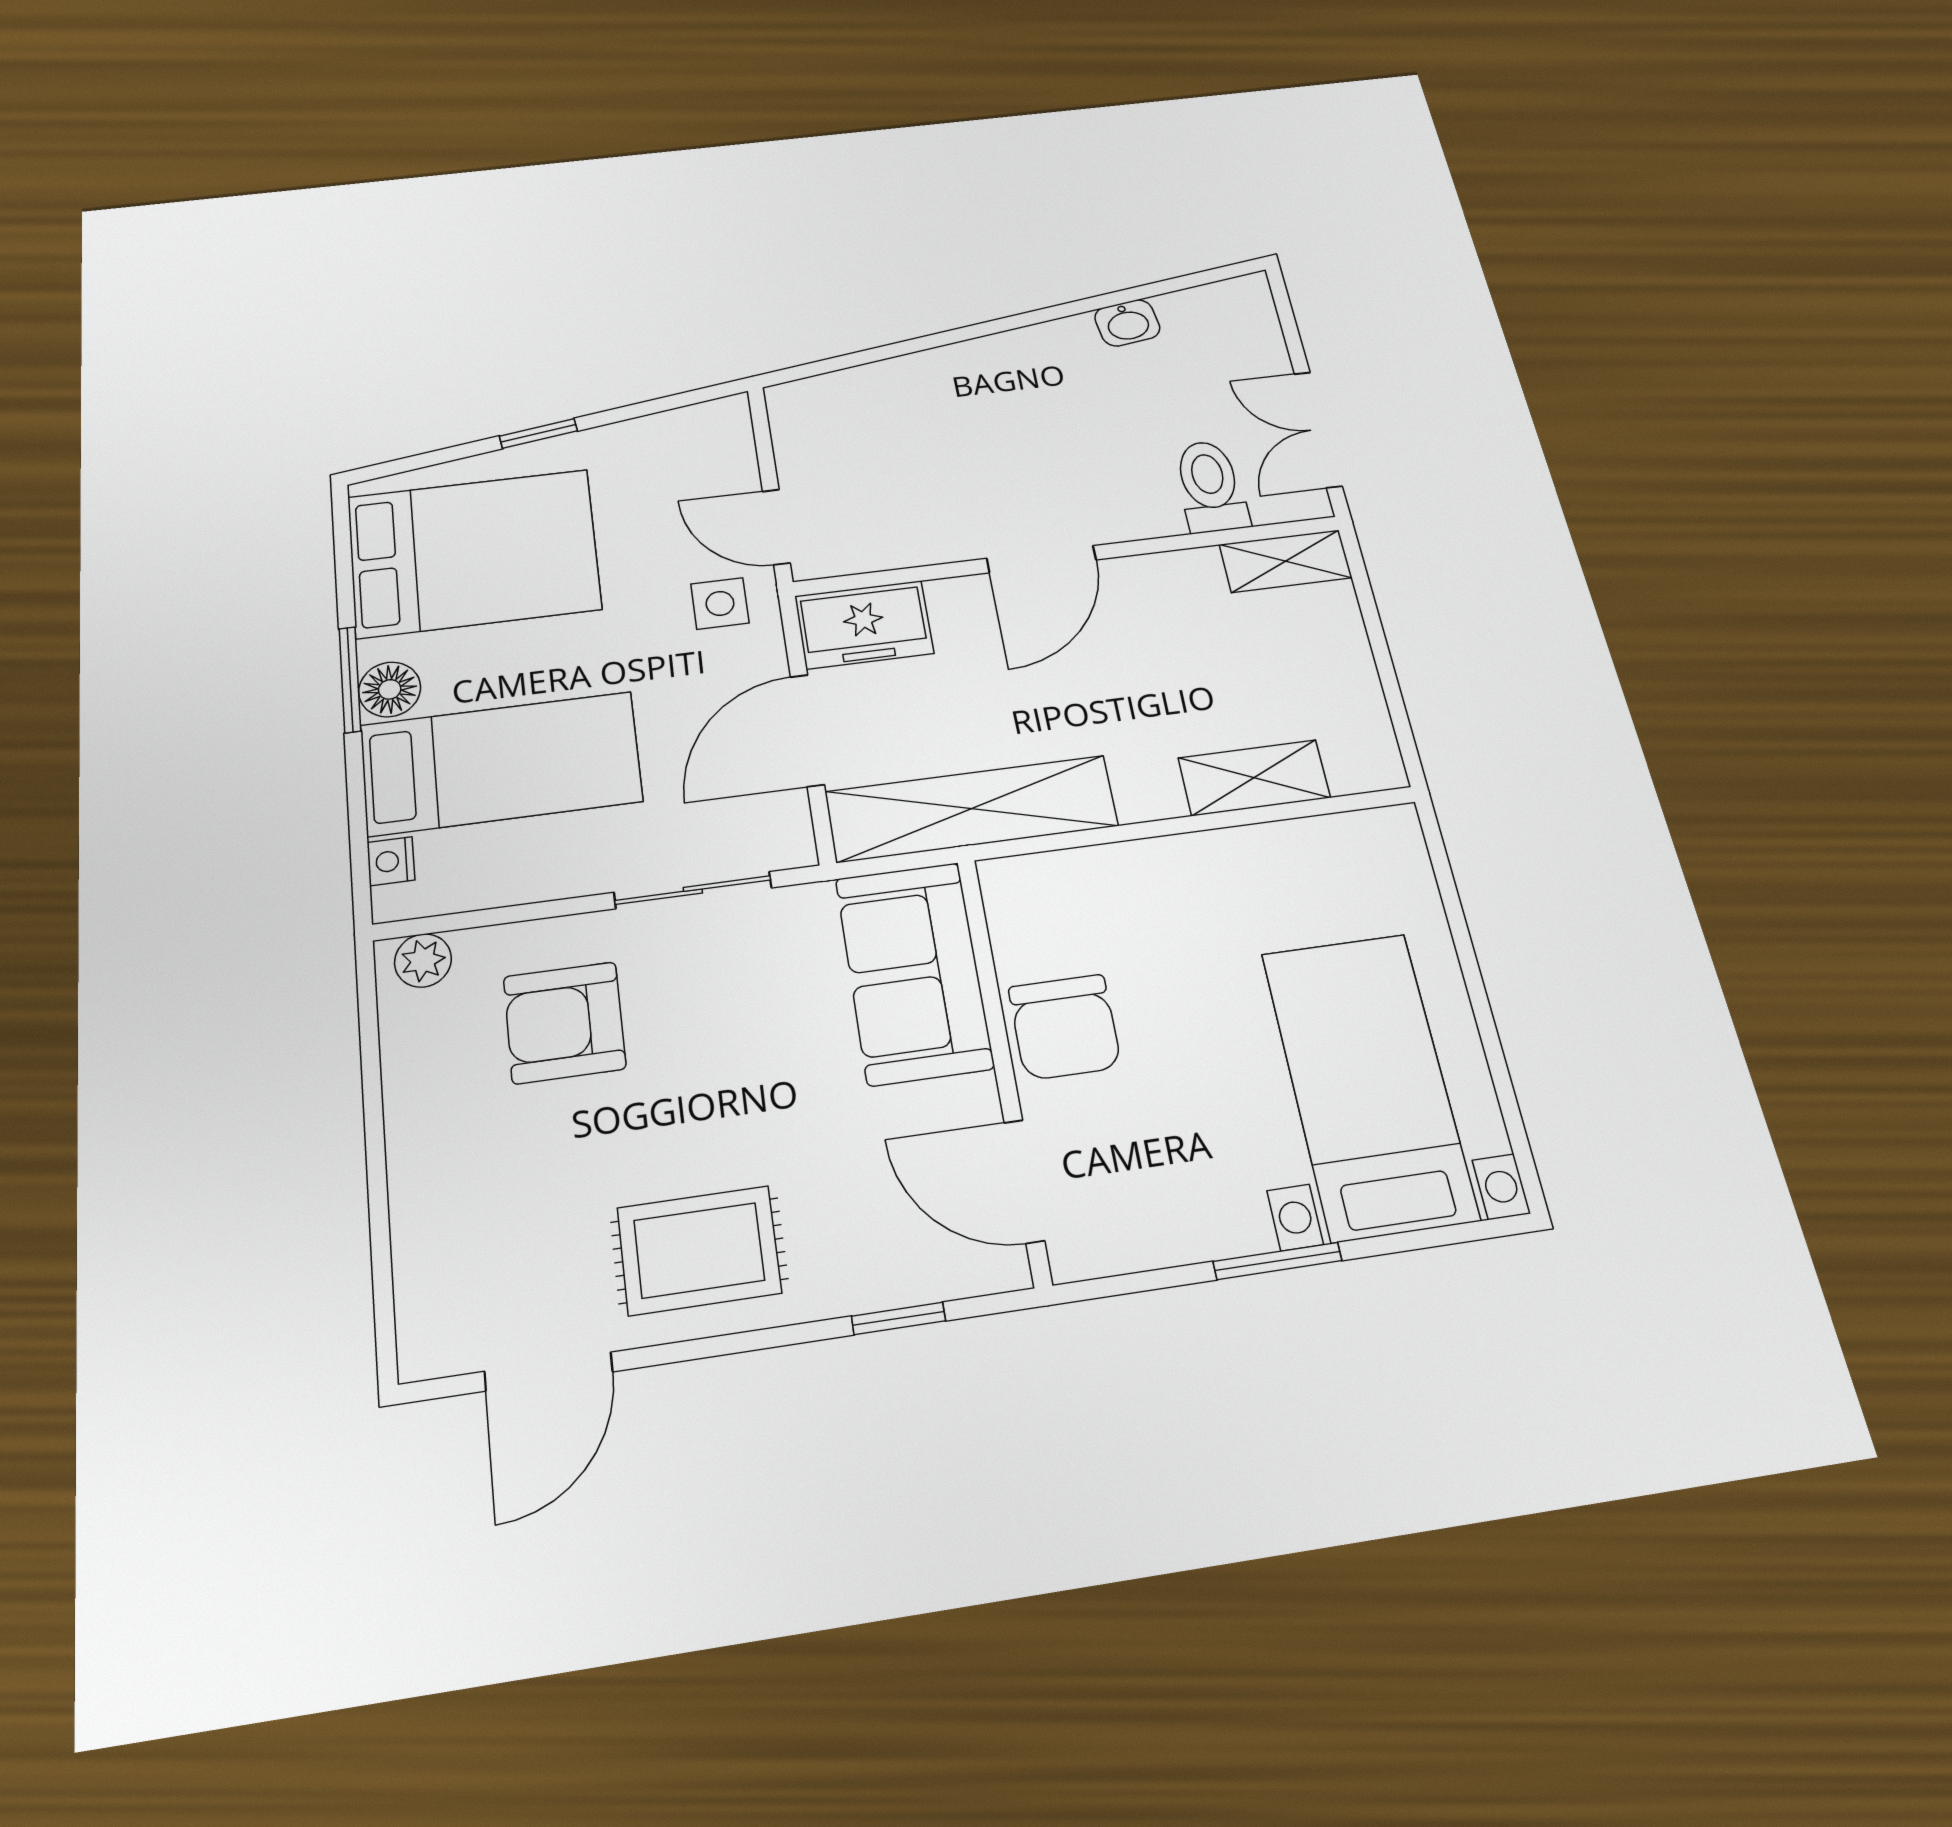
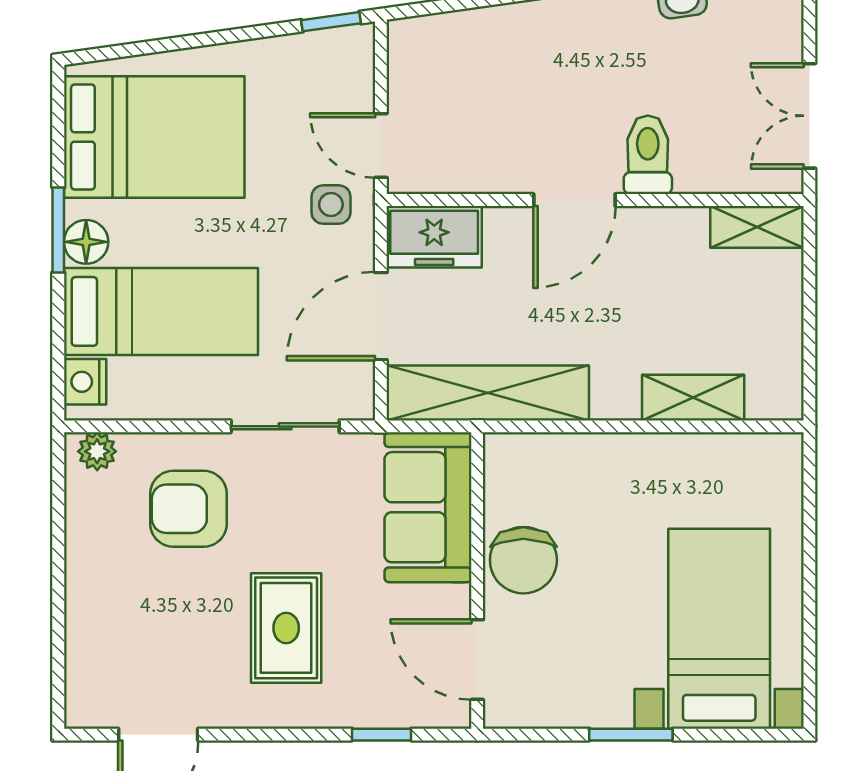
window: (539, 433) -> (331, 22), moved
toilet: (1210, 486) -> (648, 155), moved
nightstand: (391, 861) -> (85, 382), width x1.39, depth x1.35
rug: (699, 1250) -> (286, 628), moved, turned 90

